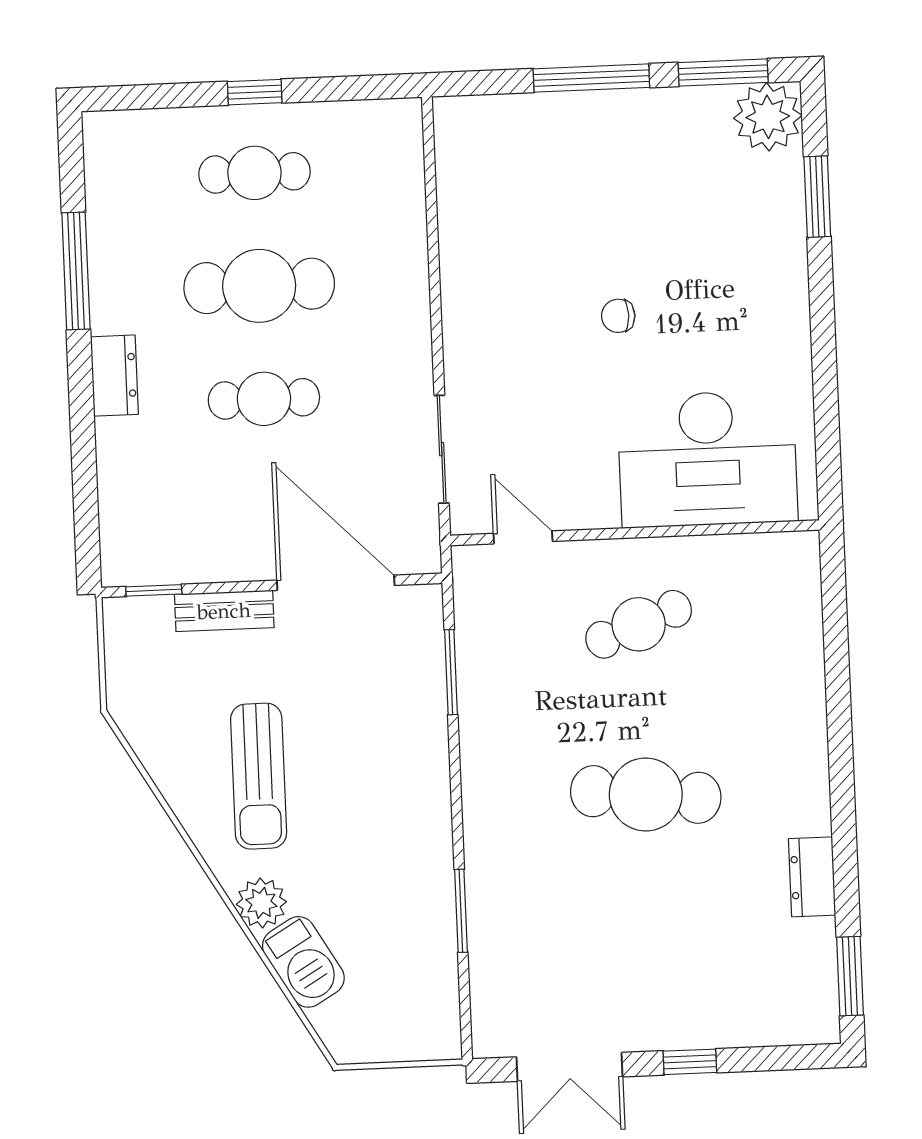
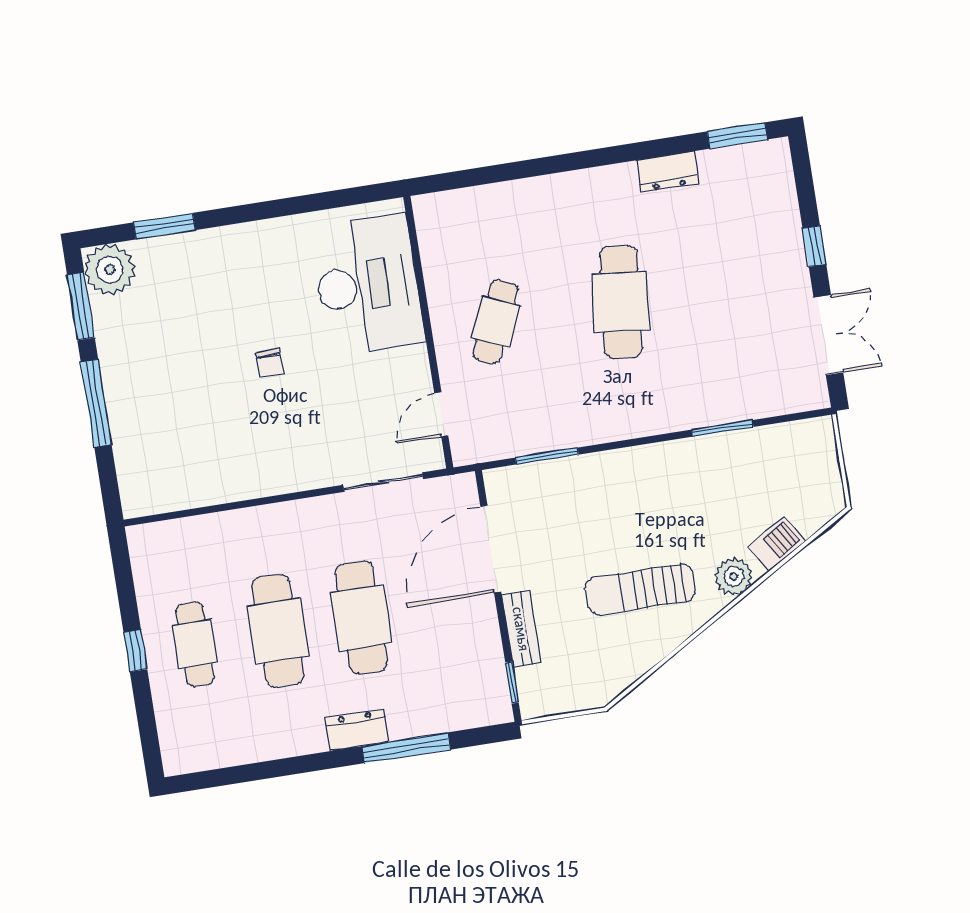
window: (76, 271) -> (406, 748), moved
cafe table: (264, 399) -> (361, 618), width x1.37, depth x1.35
cafe table: (639, 624) -> (496, 322), turned 45
sun lounger: (259, 776) -> (640, 589), turned 180
barbecue: (303, 962) -> (776, 544), width x0.73, depth x0.79

